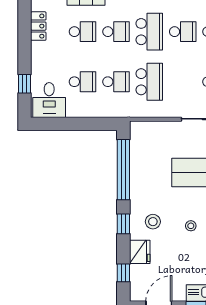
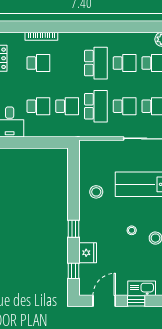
school desk: (116, 32) -> (125, 106), moved
window: (123, 170) -> (74, 182), removed
stool: (153, 222) -> (96, 192), moved

